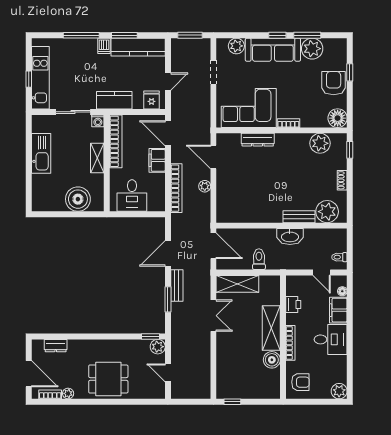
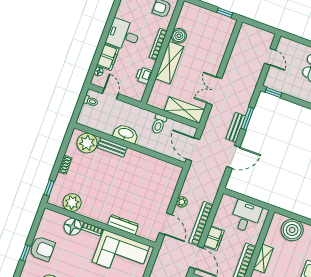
armchair: (334, 83) -> (42, 249), turned -90
floor lamp: (338, 118) -> (73, 227), moved
bookcase: (176, 188) -> (201, 223), moved
plant: (158, 347) -> (271, 82), removed

